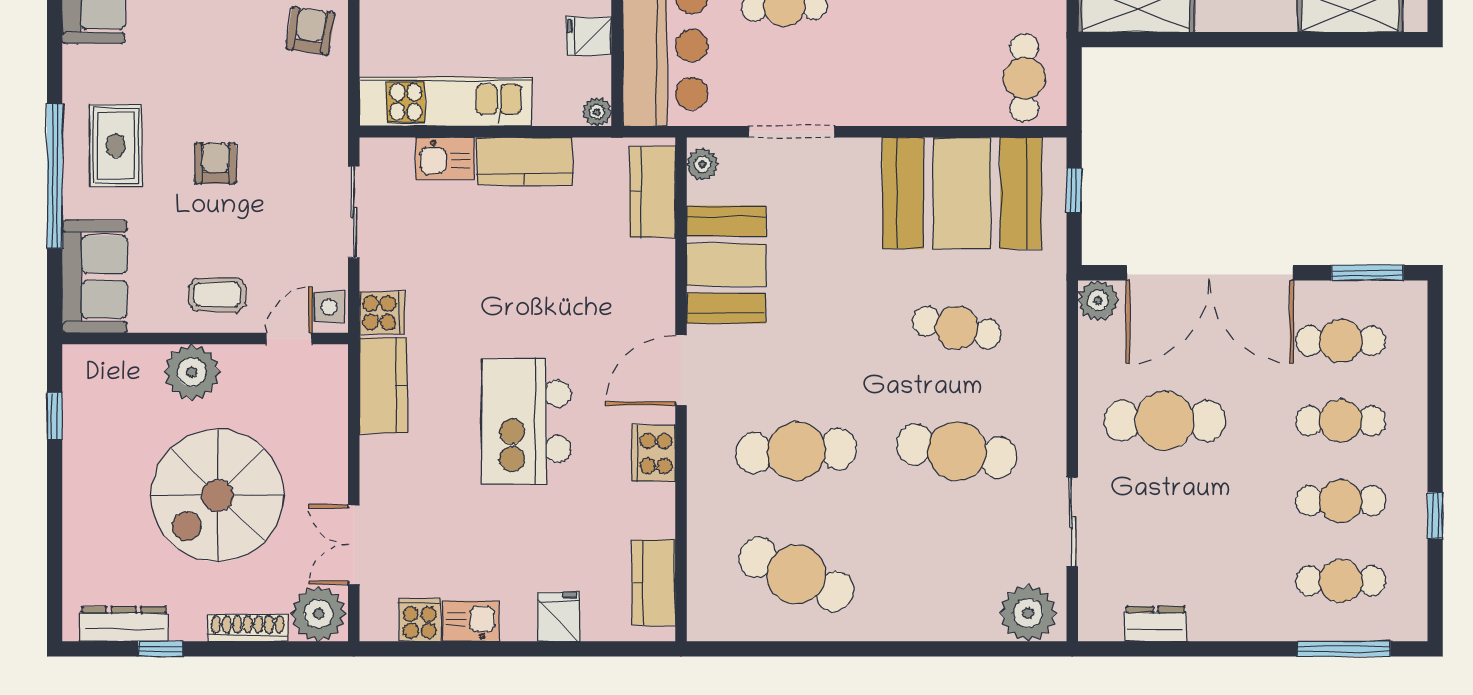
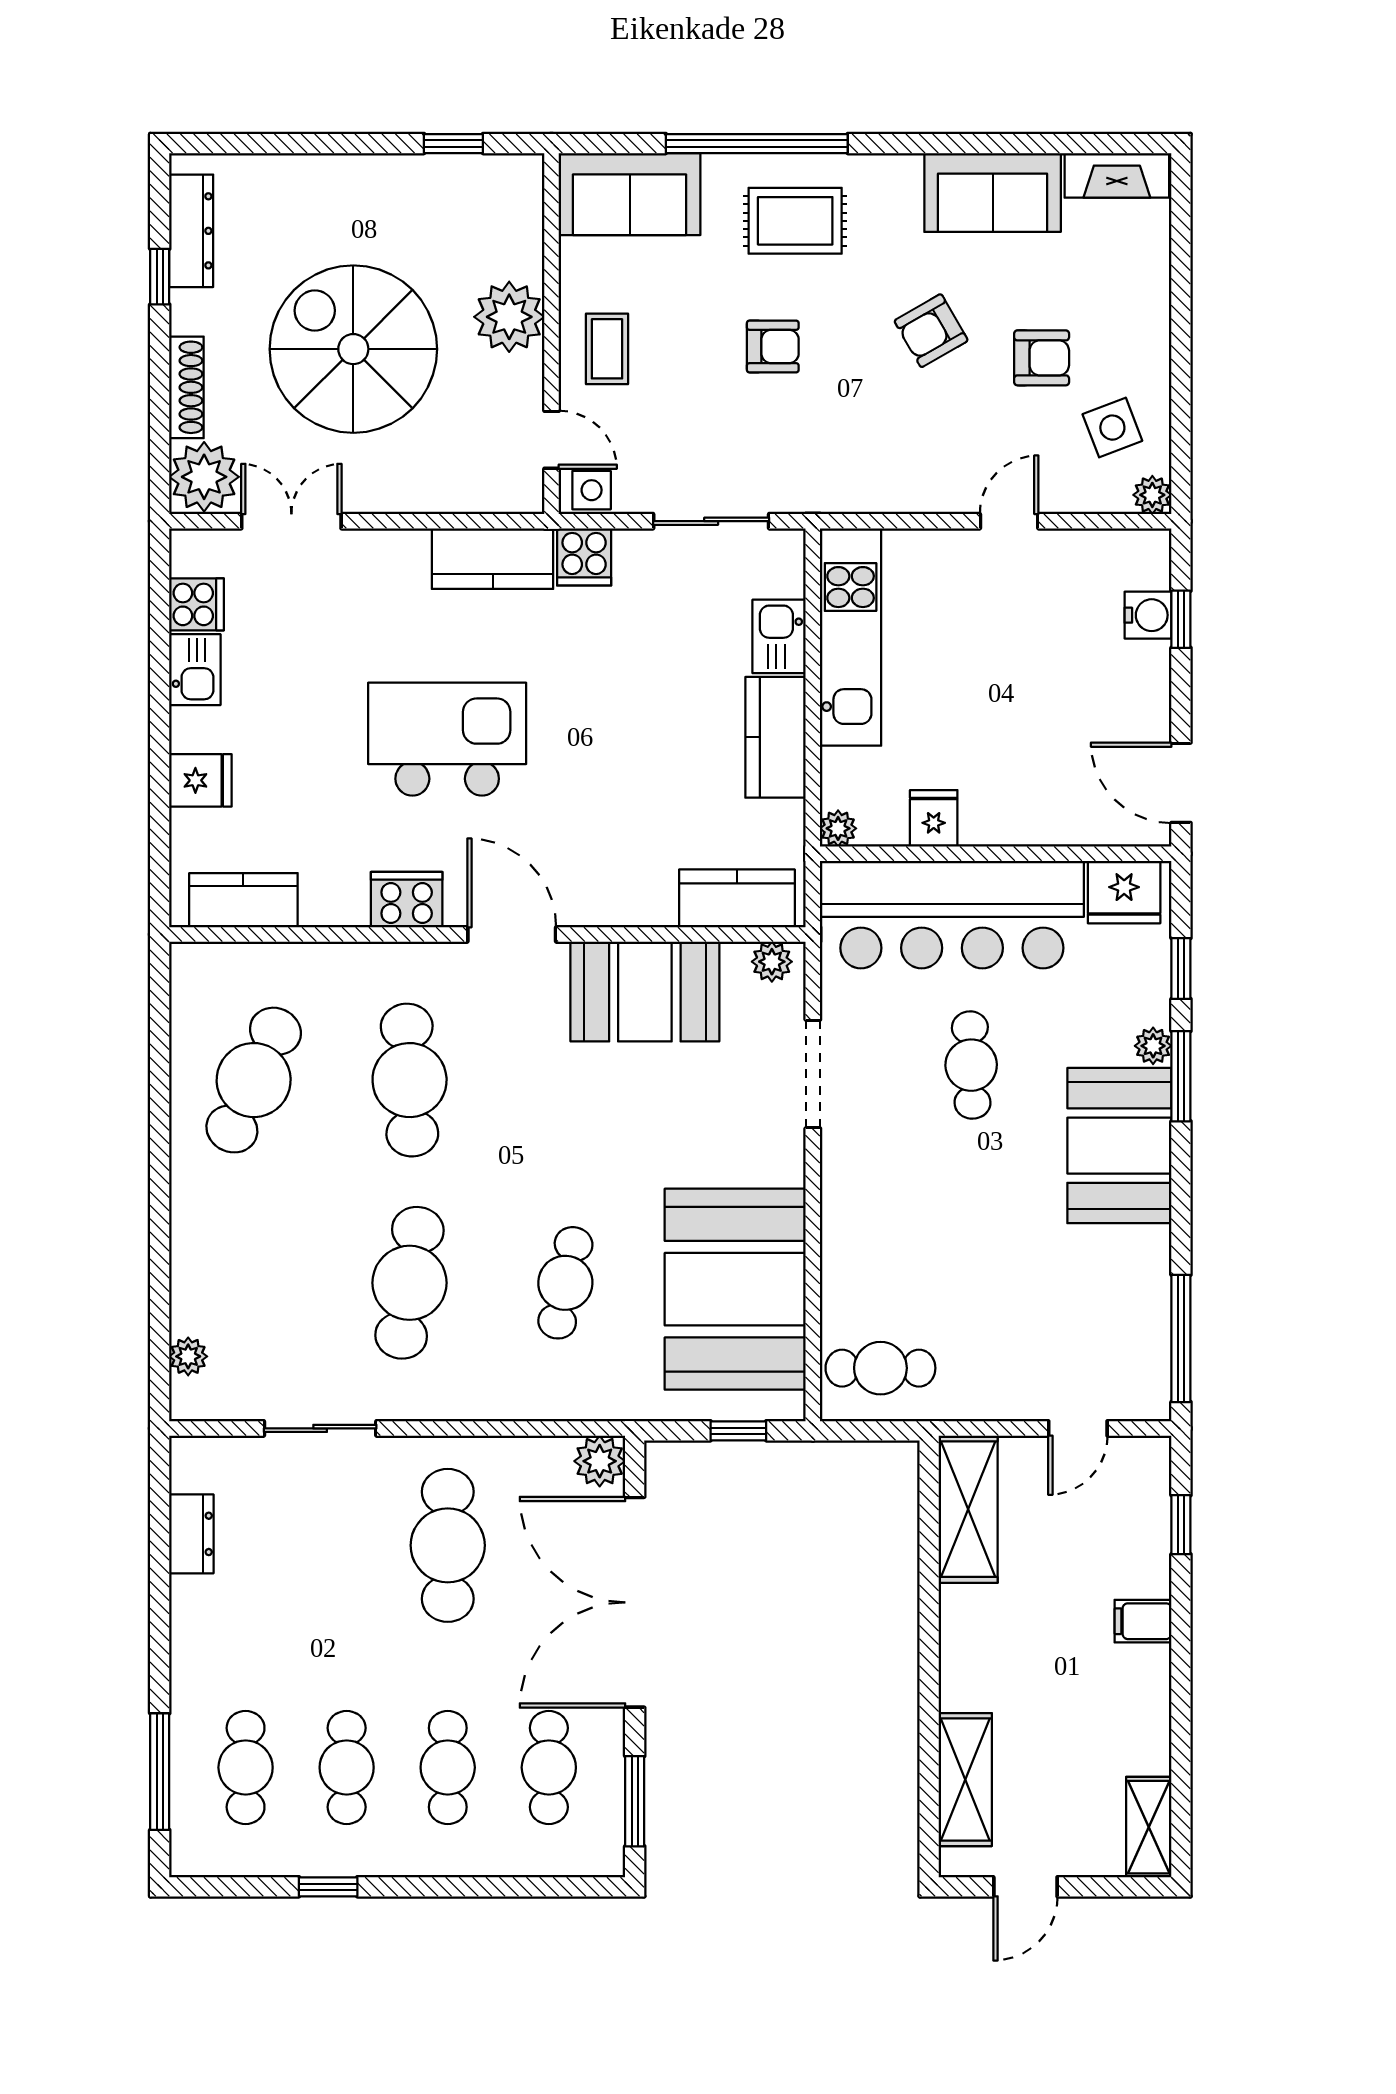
armchair: (310, 31) -> (931, 331), moved, turned 141
plant: (1028, 613) -> (188, 1356), width x0.53, depth x0.53

